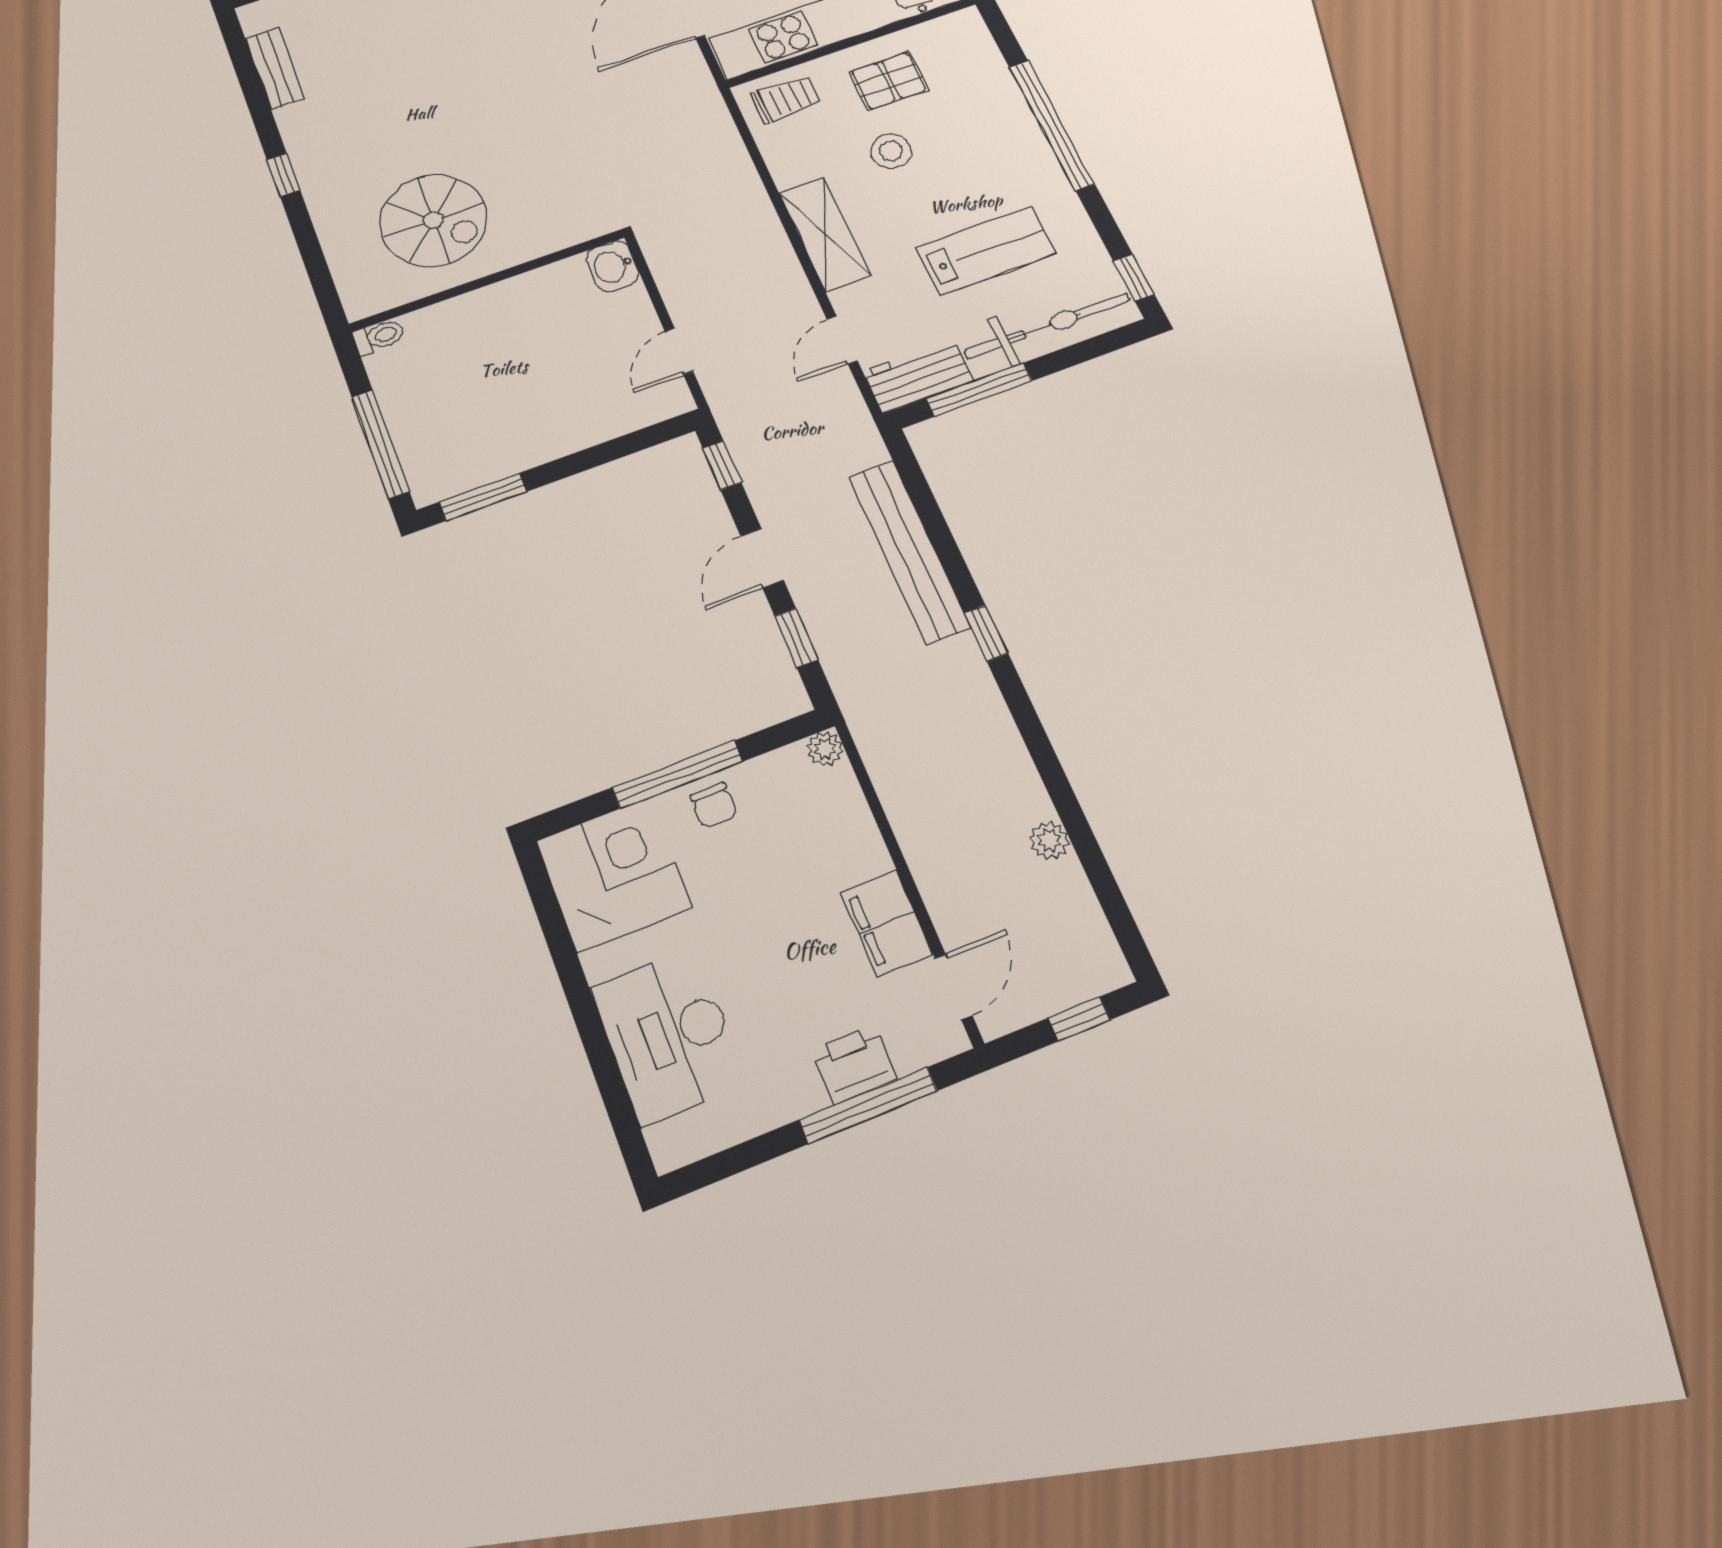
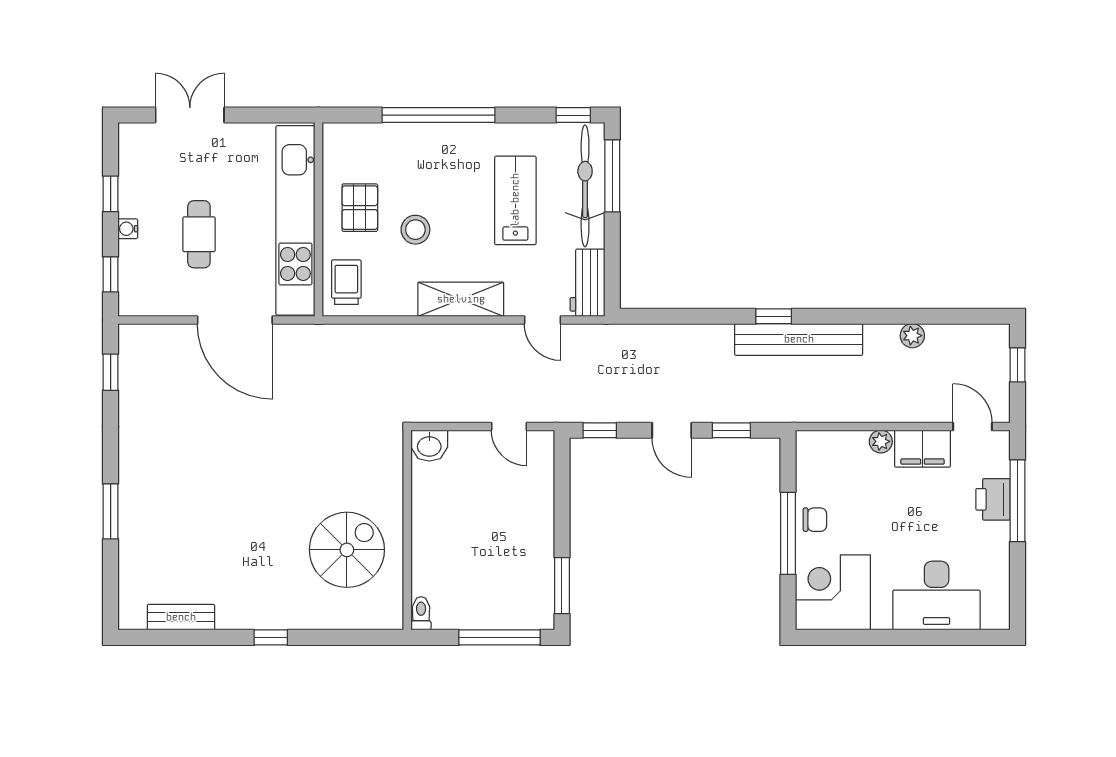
window: (979, 390) -> (612, 176), moved
bench: (909, 552) -> (799, 339), moved
plant: (825, 749) -> (881, 441), moved

